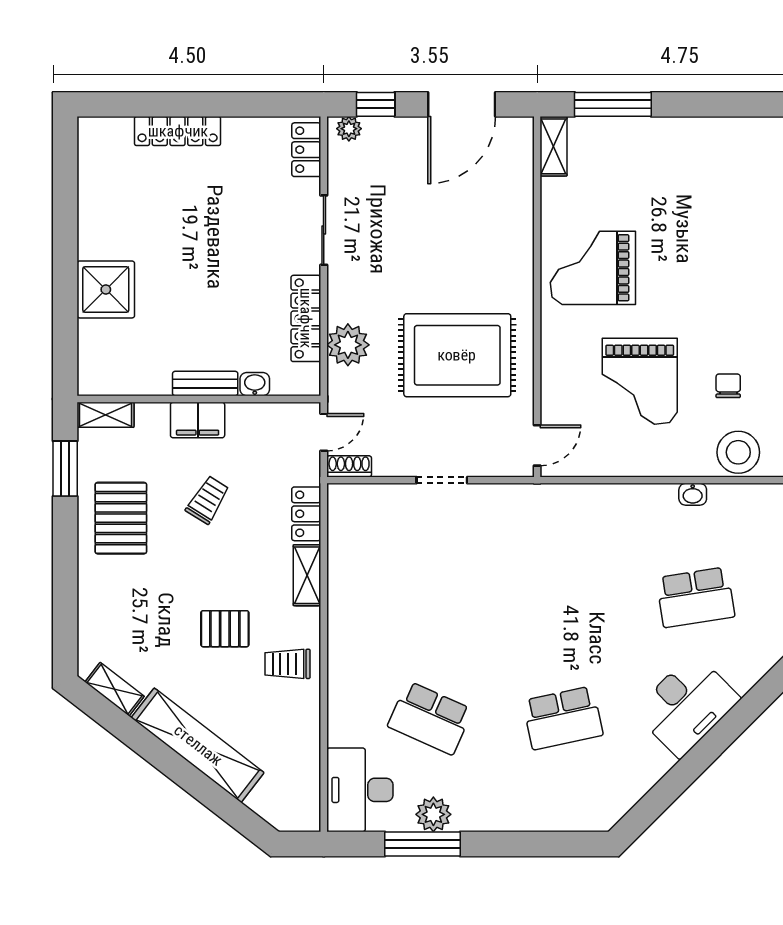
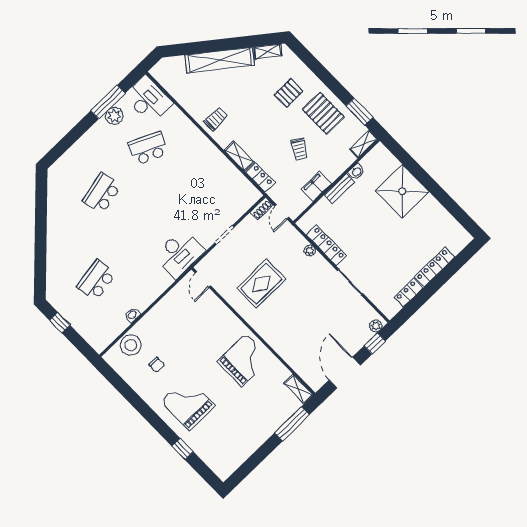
locker: (306, 150) -> (408, 293), moved, turned -90
shower: (106, 289) -> (402, 191), width x1.37, depth x1.37
plant: (348, 345) -> (310, 250), width x0.53, depth x0.53
rug: (457, 355) -> (261, 284), width x0.73, depth x0.69
grand piano: (640, 381) -> (188, 404), moved
washbasin: (255, 384) -> (357, 172), moved
filing cabinet: (198, 420) -> (316, 187), moved
pallet: (225, 629) -> (289, 93), moved
desk: (687, 705) -> (179, 254), moved, turned -135

